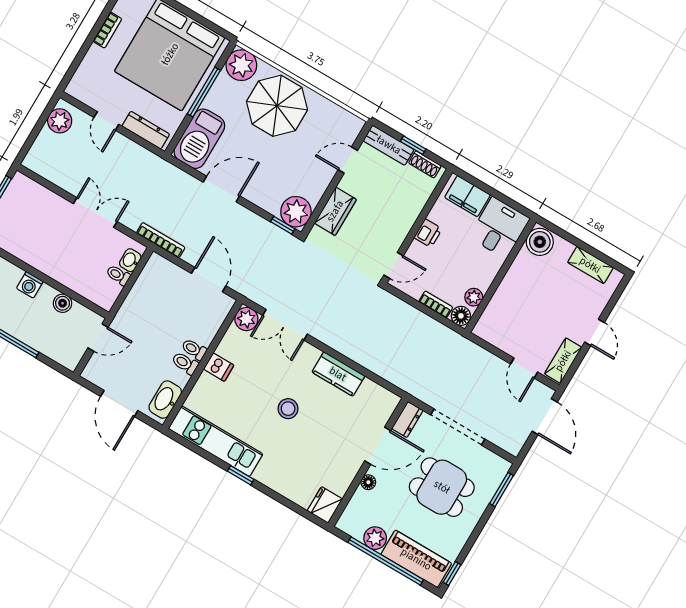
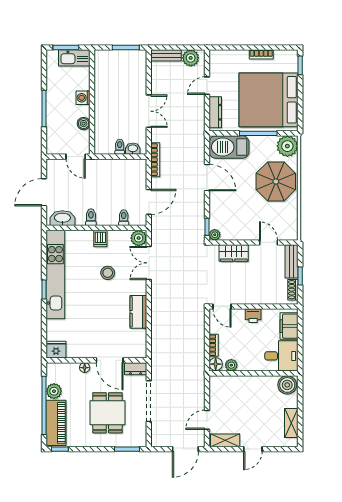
bench: (38, 149) -> (166, 55), added
plant: (296, 212) -> (215, 235), width x0.53, depth x0.53
toilet: (194, 349) -> (124, 218), moved
stool: (288, 409) -> (108, 273), moved
kitchen unit: (216, 441) -> (55, 275), width x1.36

